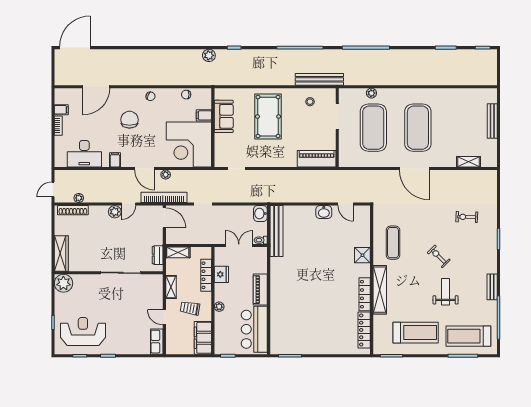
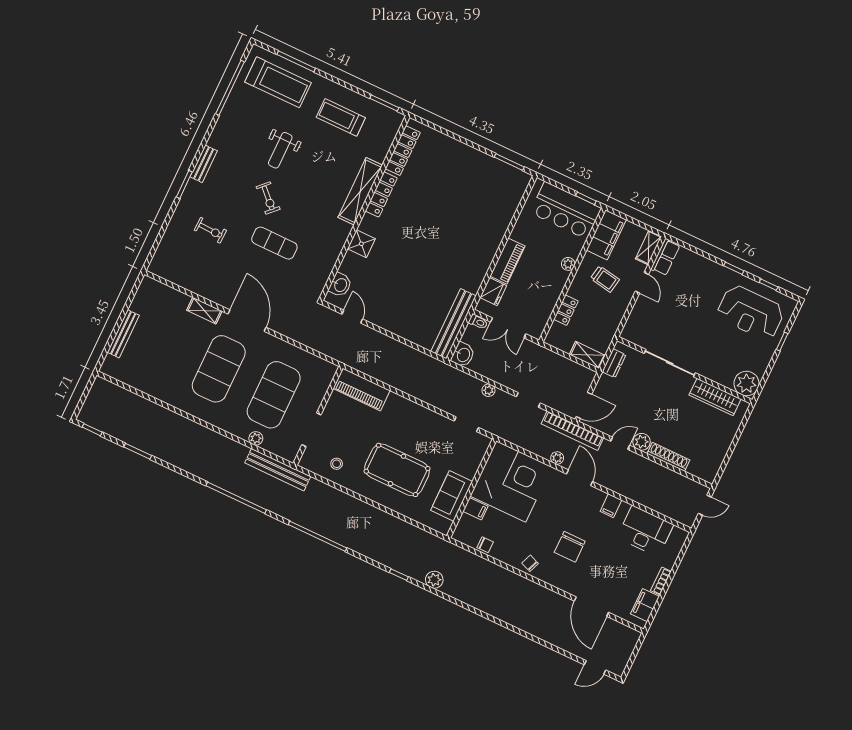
door: (75, 48) -> (595, 667), width x0.53
bench: (319, 79) -> (278, 470), moved
door: (96, 87) -> (591, 607), swing flipped
filing cabinet: (61, 110) -> (645, 605), width x2.00
pool table: (268, 117) -> (397, 470), turned 90
shelving: (468, 162) -> (204, 311), moved
plant: (79, 198) -> (488, 390), moved
shoe rack: (73, 210) -> (668, 457), moved
washbasin: (324, 212) -> (340, 285), moved, turned 90
door: (164, 218) -> (584, 405), swing flipped
exercise mat: (393, 243) -> (274, 243), moved, turned 90
wardrobe: (61, 253) -> (715, 397), moved, turned -90
fridge: (221, 274) -> (493, 292), moved, turned 180
locker: (206, 275) -> (566, 310), width x0.66
shelving: (171, 287) -> (648, 248), moved
bench: (492, 287) -> (204, 164), moved
bar counter: (254, 329) -> (566, 210), moved, turned 90
treadmill: (416, 333) -> (341, 117), width x0.73, depth x0.73

